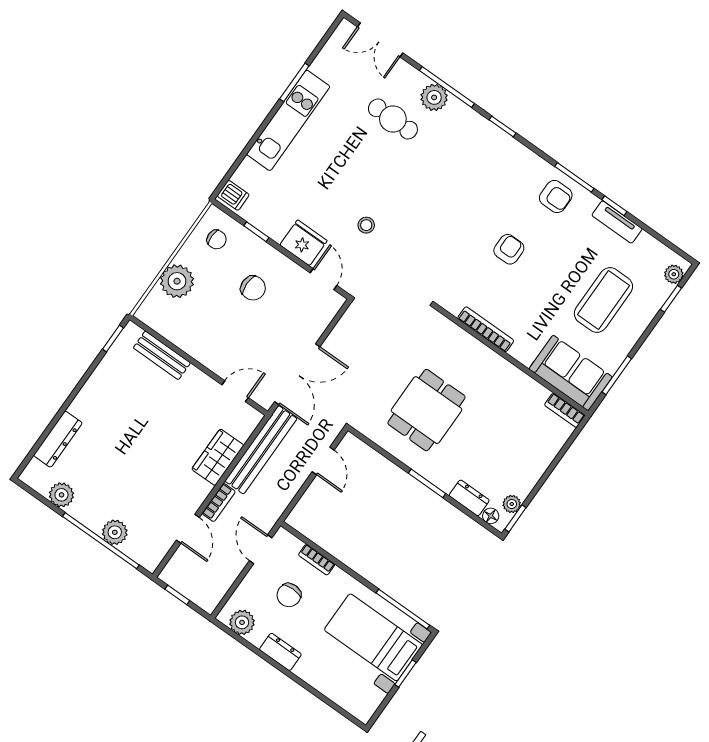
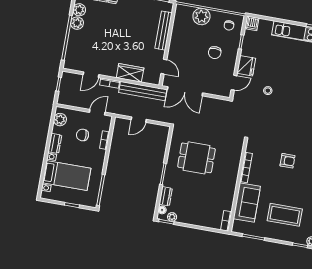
bench: (162, 355) -> (164, 31), width x1.36
sofa: (571, 373) -> (247, 202), moved
door: (323, 461) -> (139, 120), moved
plant: (115, 532) -> (77, 23), moved
bed with nightstands: (373, 637) -> (67, 175), moved, turned 90

